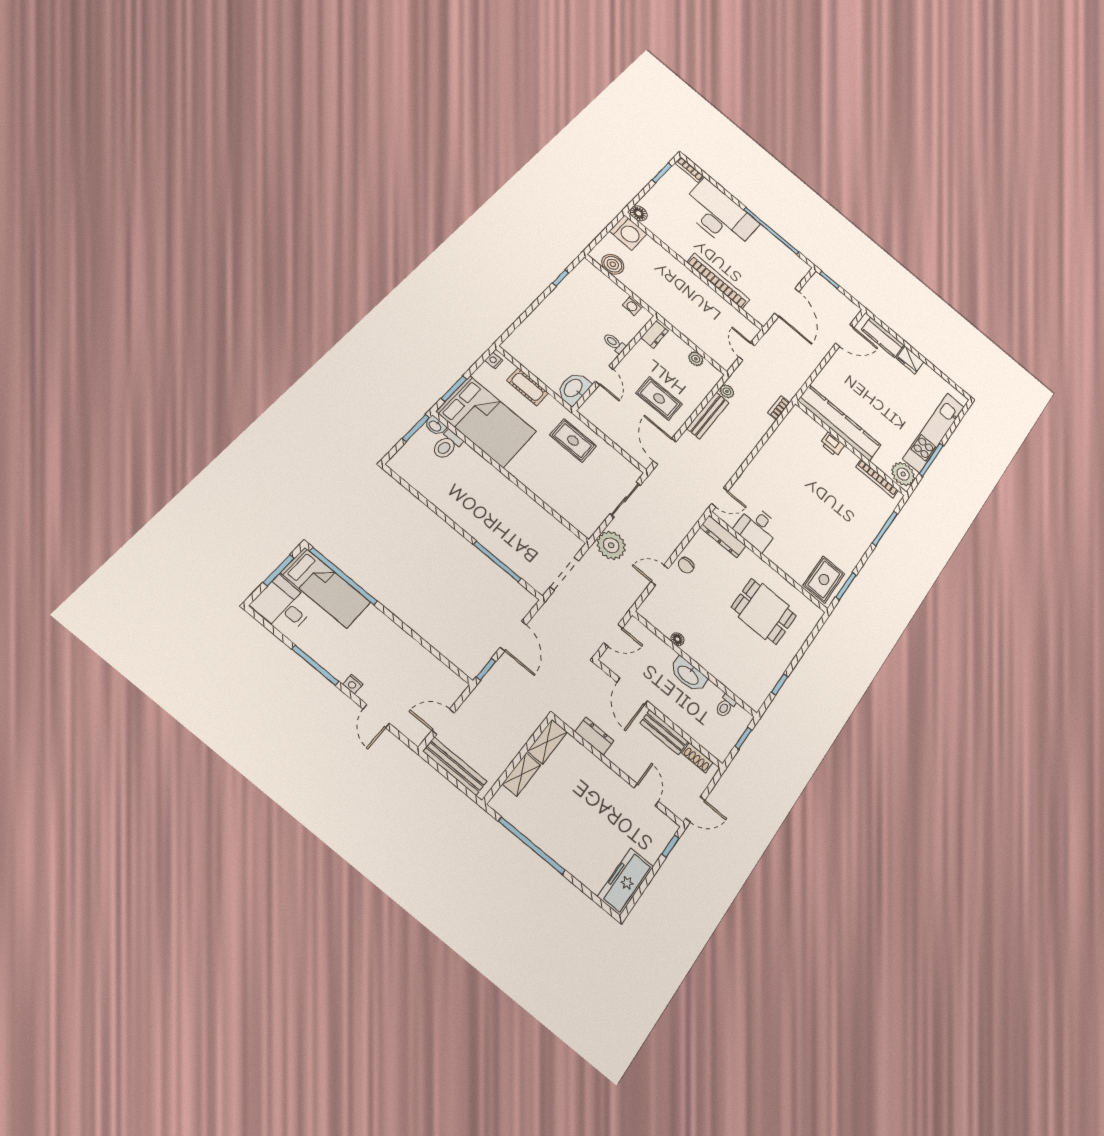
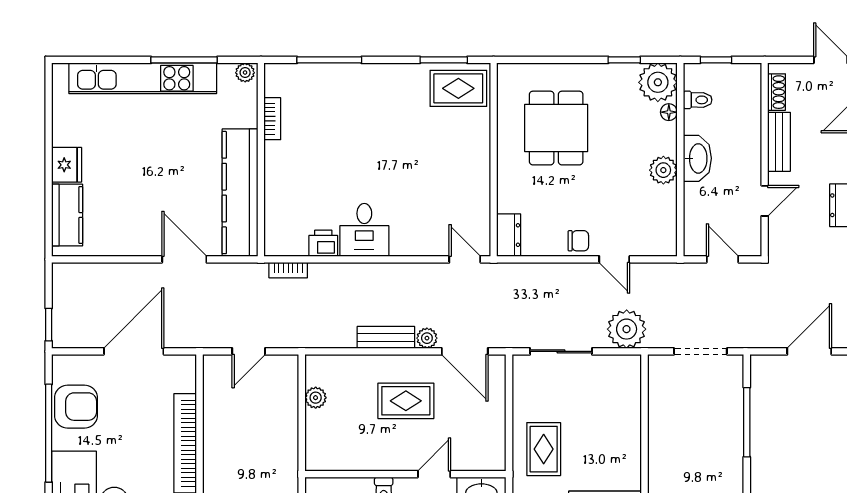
armchair: (776, 254) -> (76, 407), added
dresser: (655, 334) -> (329, 460), removed
door: (845, 335) -> (184, 259), moved
plant: (727, 391) -> (427, 338), moved
rug: (659, 398) -> (406, 401), turned 90
bench: (708, 415) -> (386, 337), width x0.73
printer: (832, 444) -> (323, 243), moved, turned -90
door: (665, 451) -> (465, 351), hinge flipped
plant: (903, 474) -> (245, 73), width x0.53, depth x0.53
bookcase: (877, 478) -> (272, 119), width x0.64
desk: (757, 528) -> (364, 230), moved, turned 90
dresser: (723, 537) -> (509, 235), width x0.70
floor lamp: (678, 639) -> (669, 112), moved
plant: (695, 649) -> (663, 170), added
door: (632, 692) -> (765, 201), width x0.73
plant: (752, 692) -> (658, 82), added

